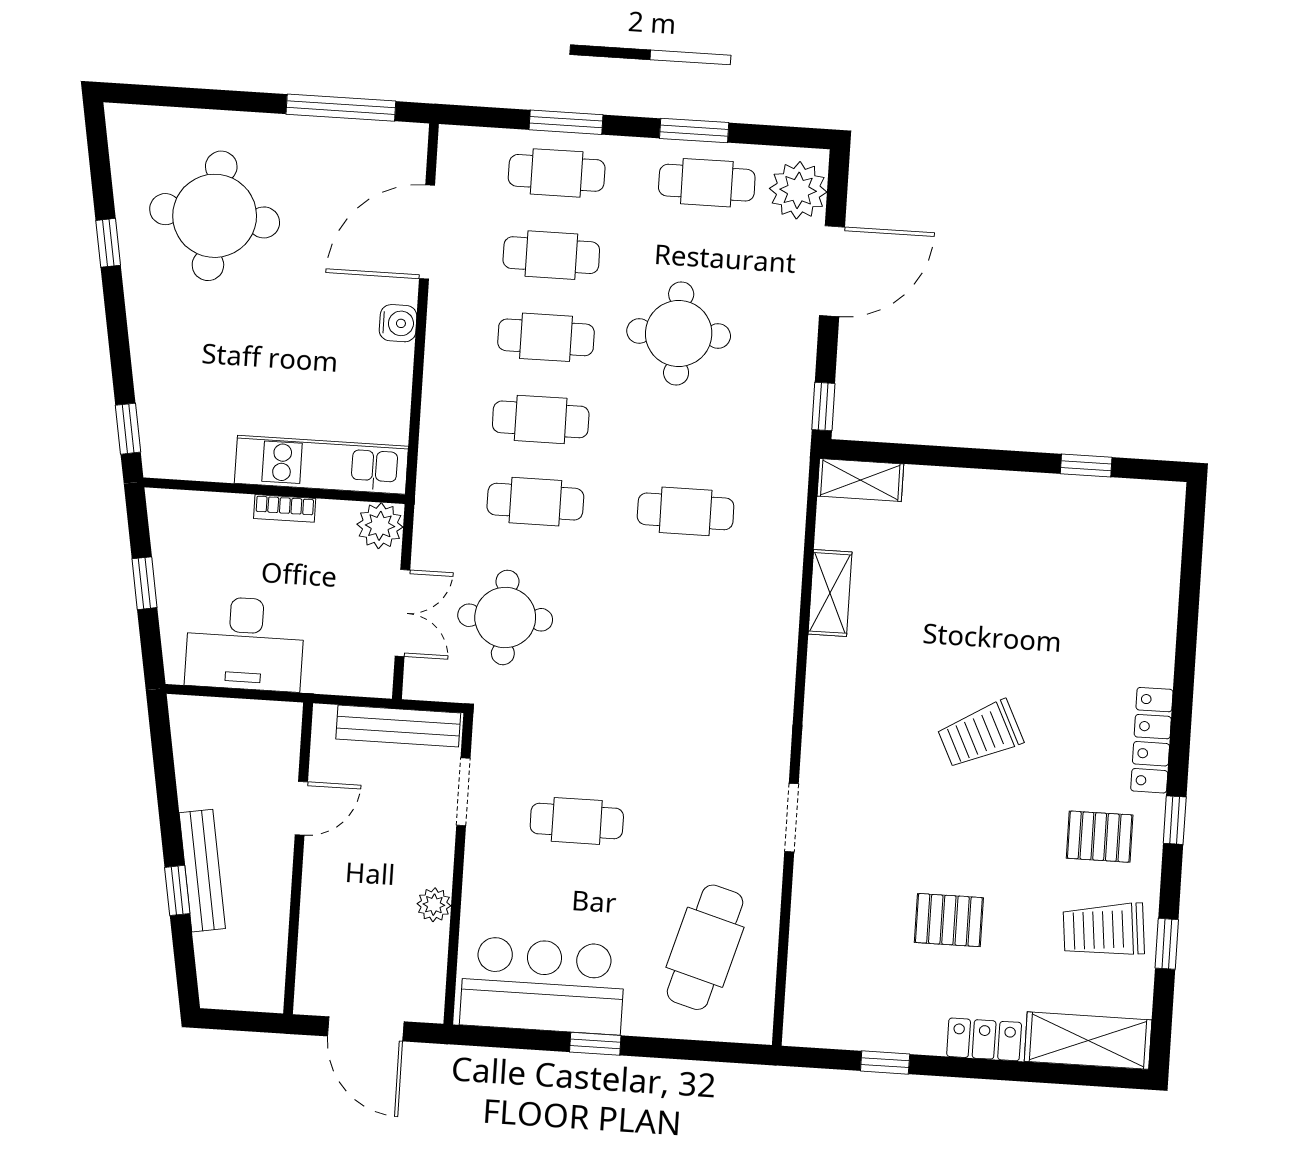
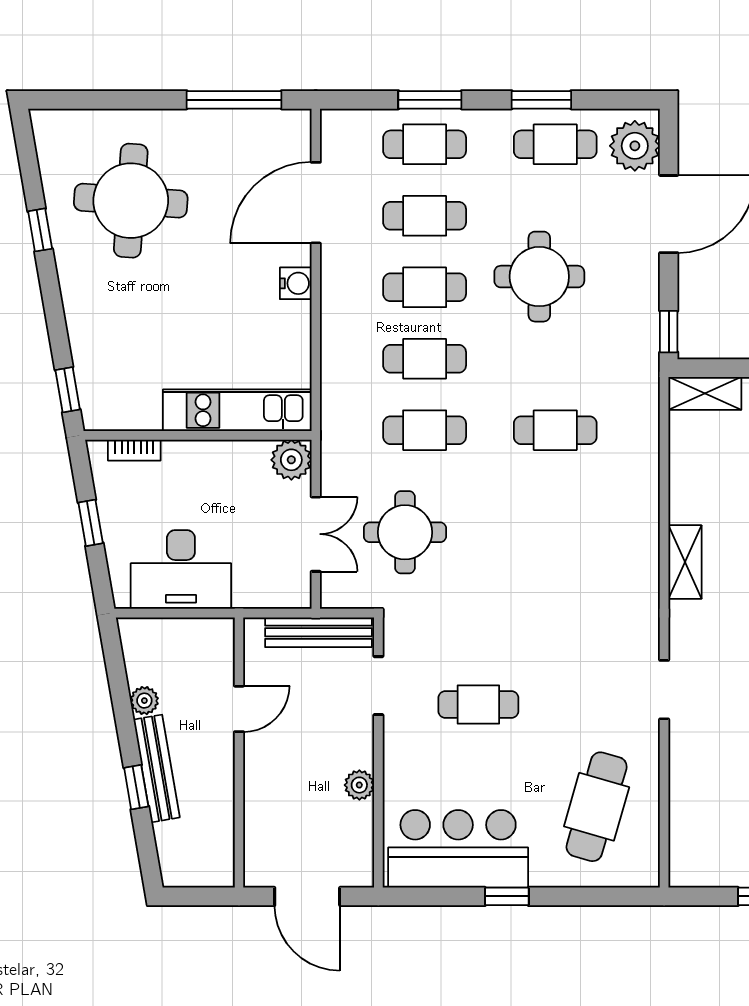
bookcase: (285, 508) -> (134, 450), moved
shelving: (830, 593) -> (685, 562), moved
plant: (193, 792) -> (144, 701), added

